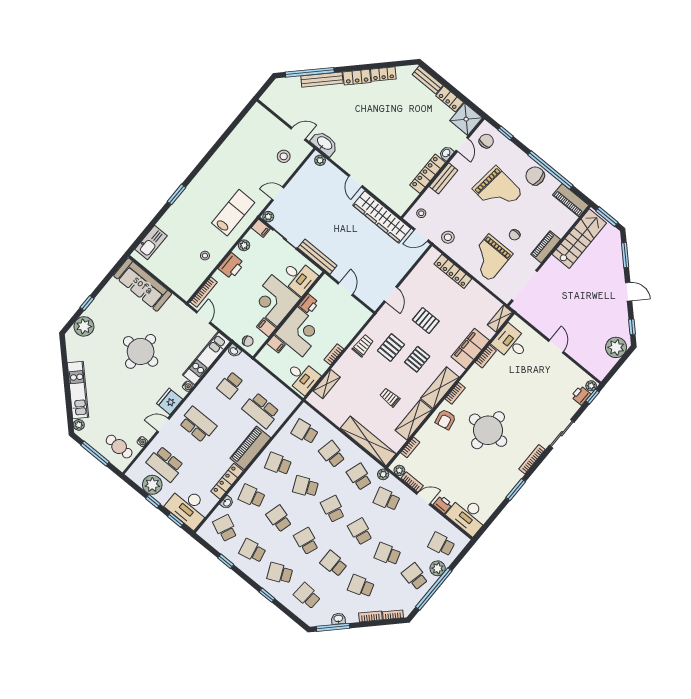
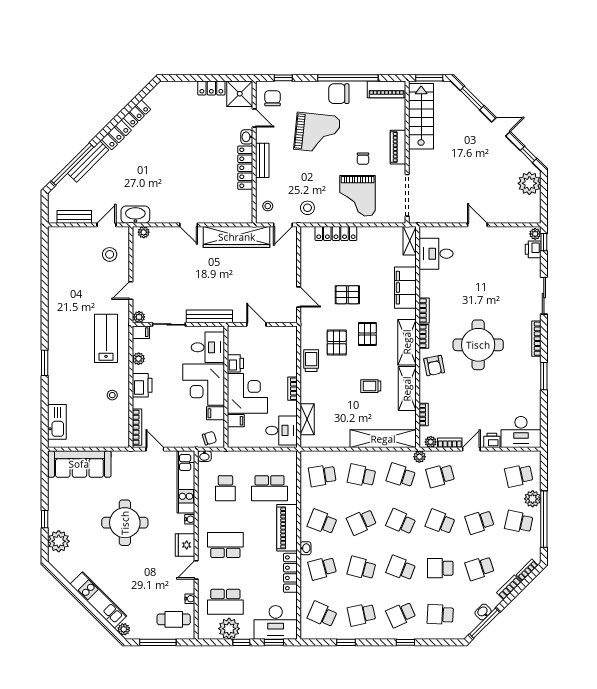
bench: (428, 80) -> (74, 217), moved
bookcase: (486, 356) -> (424, 310), moved
school desk: (278, 464) -> (322, 522), turned 39
washbasin: (227, 503) -> (306, 548), moved

